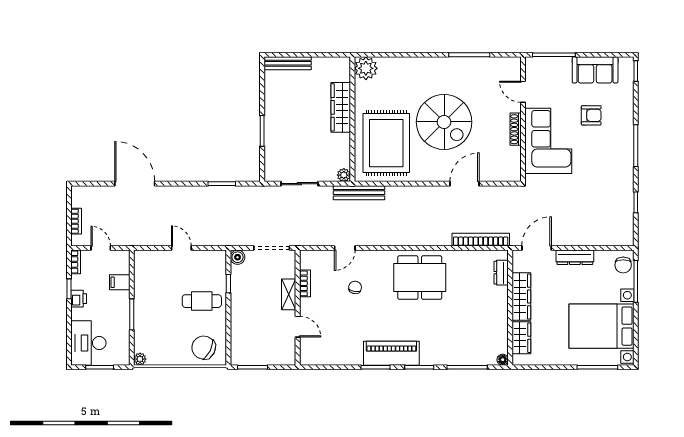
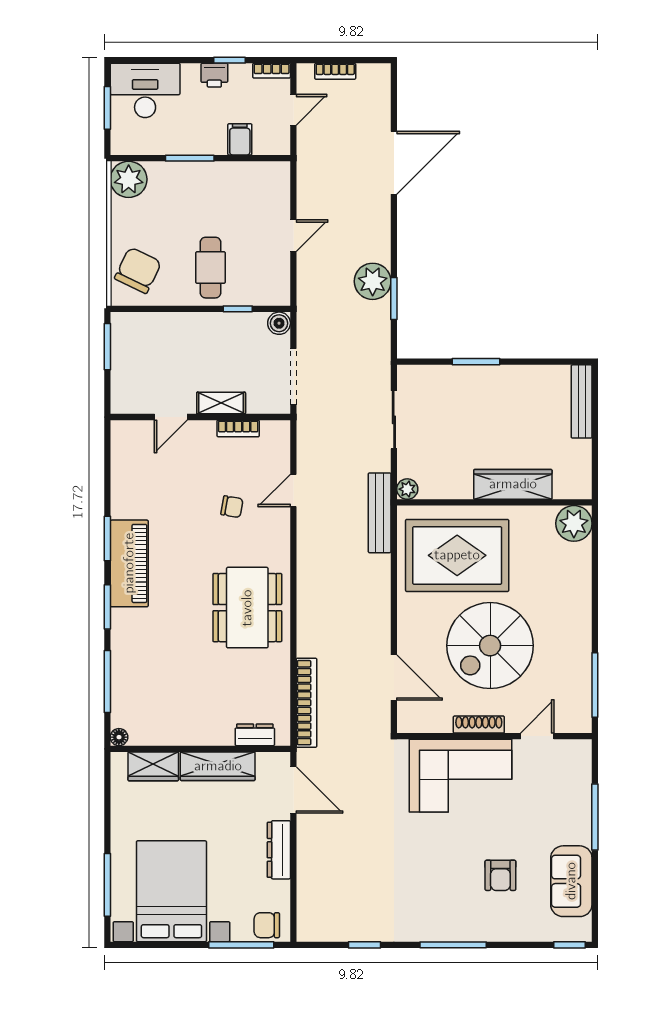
door: (523, 92) -> (537, 736), moved
wall: (523, 119) -> (494, 736), moved
shoe rack: (516, 129) -> (479, 725), moved
corner sofa: (548, 141) -> (460, 776), moved
plant: (211, 197) -> (373, 281), added
door: (345, 248) -> (293, 490), hinge flipped
plant: (140, 359) -> (129, 179), width x1.88, depth x1.88

